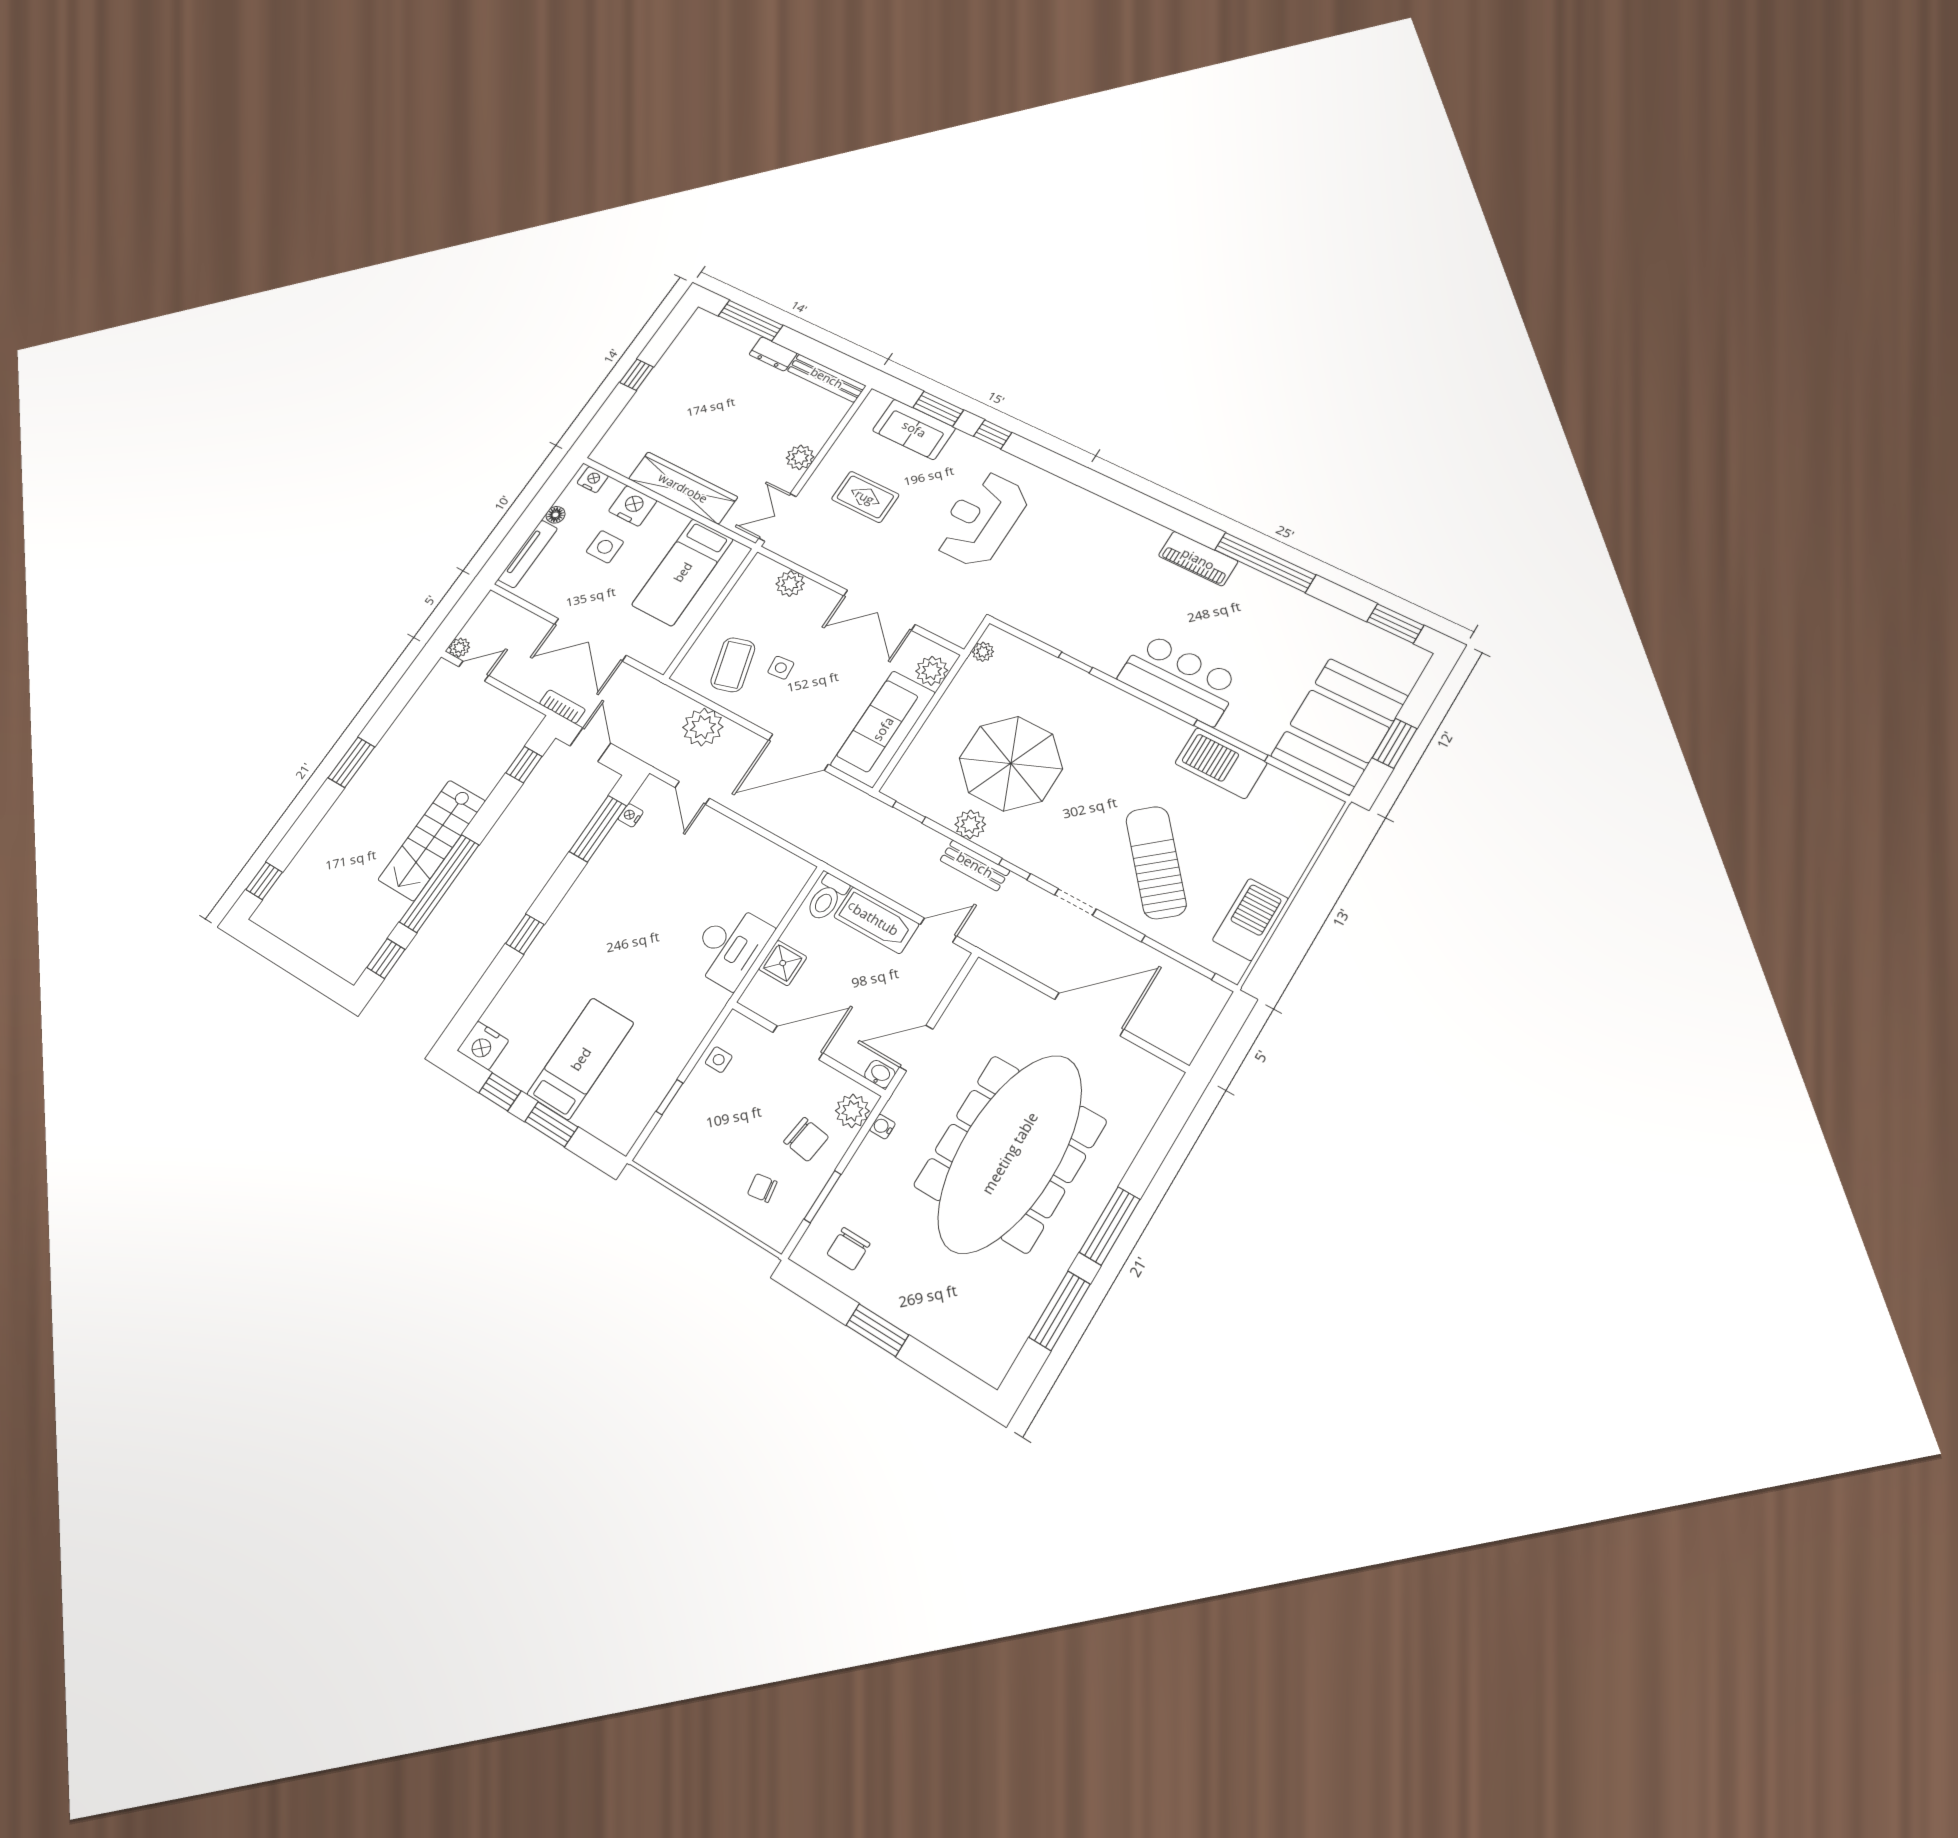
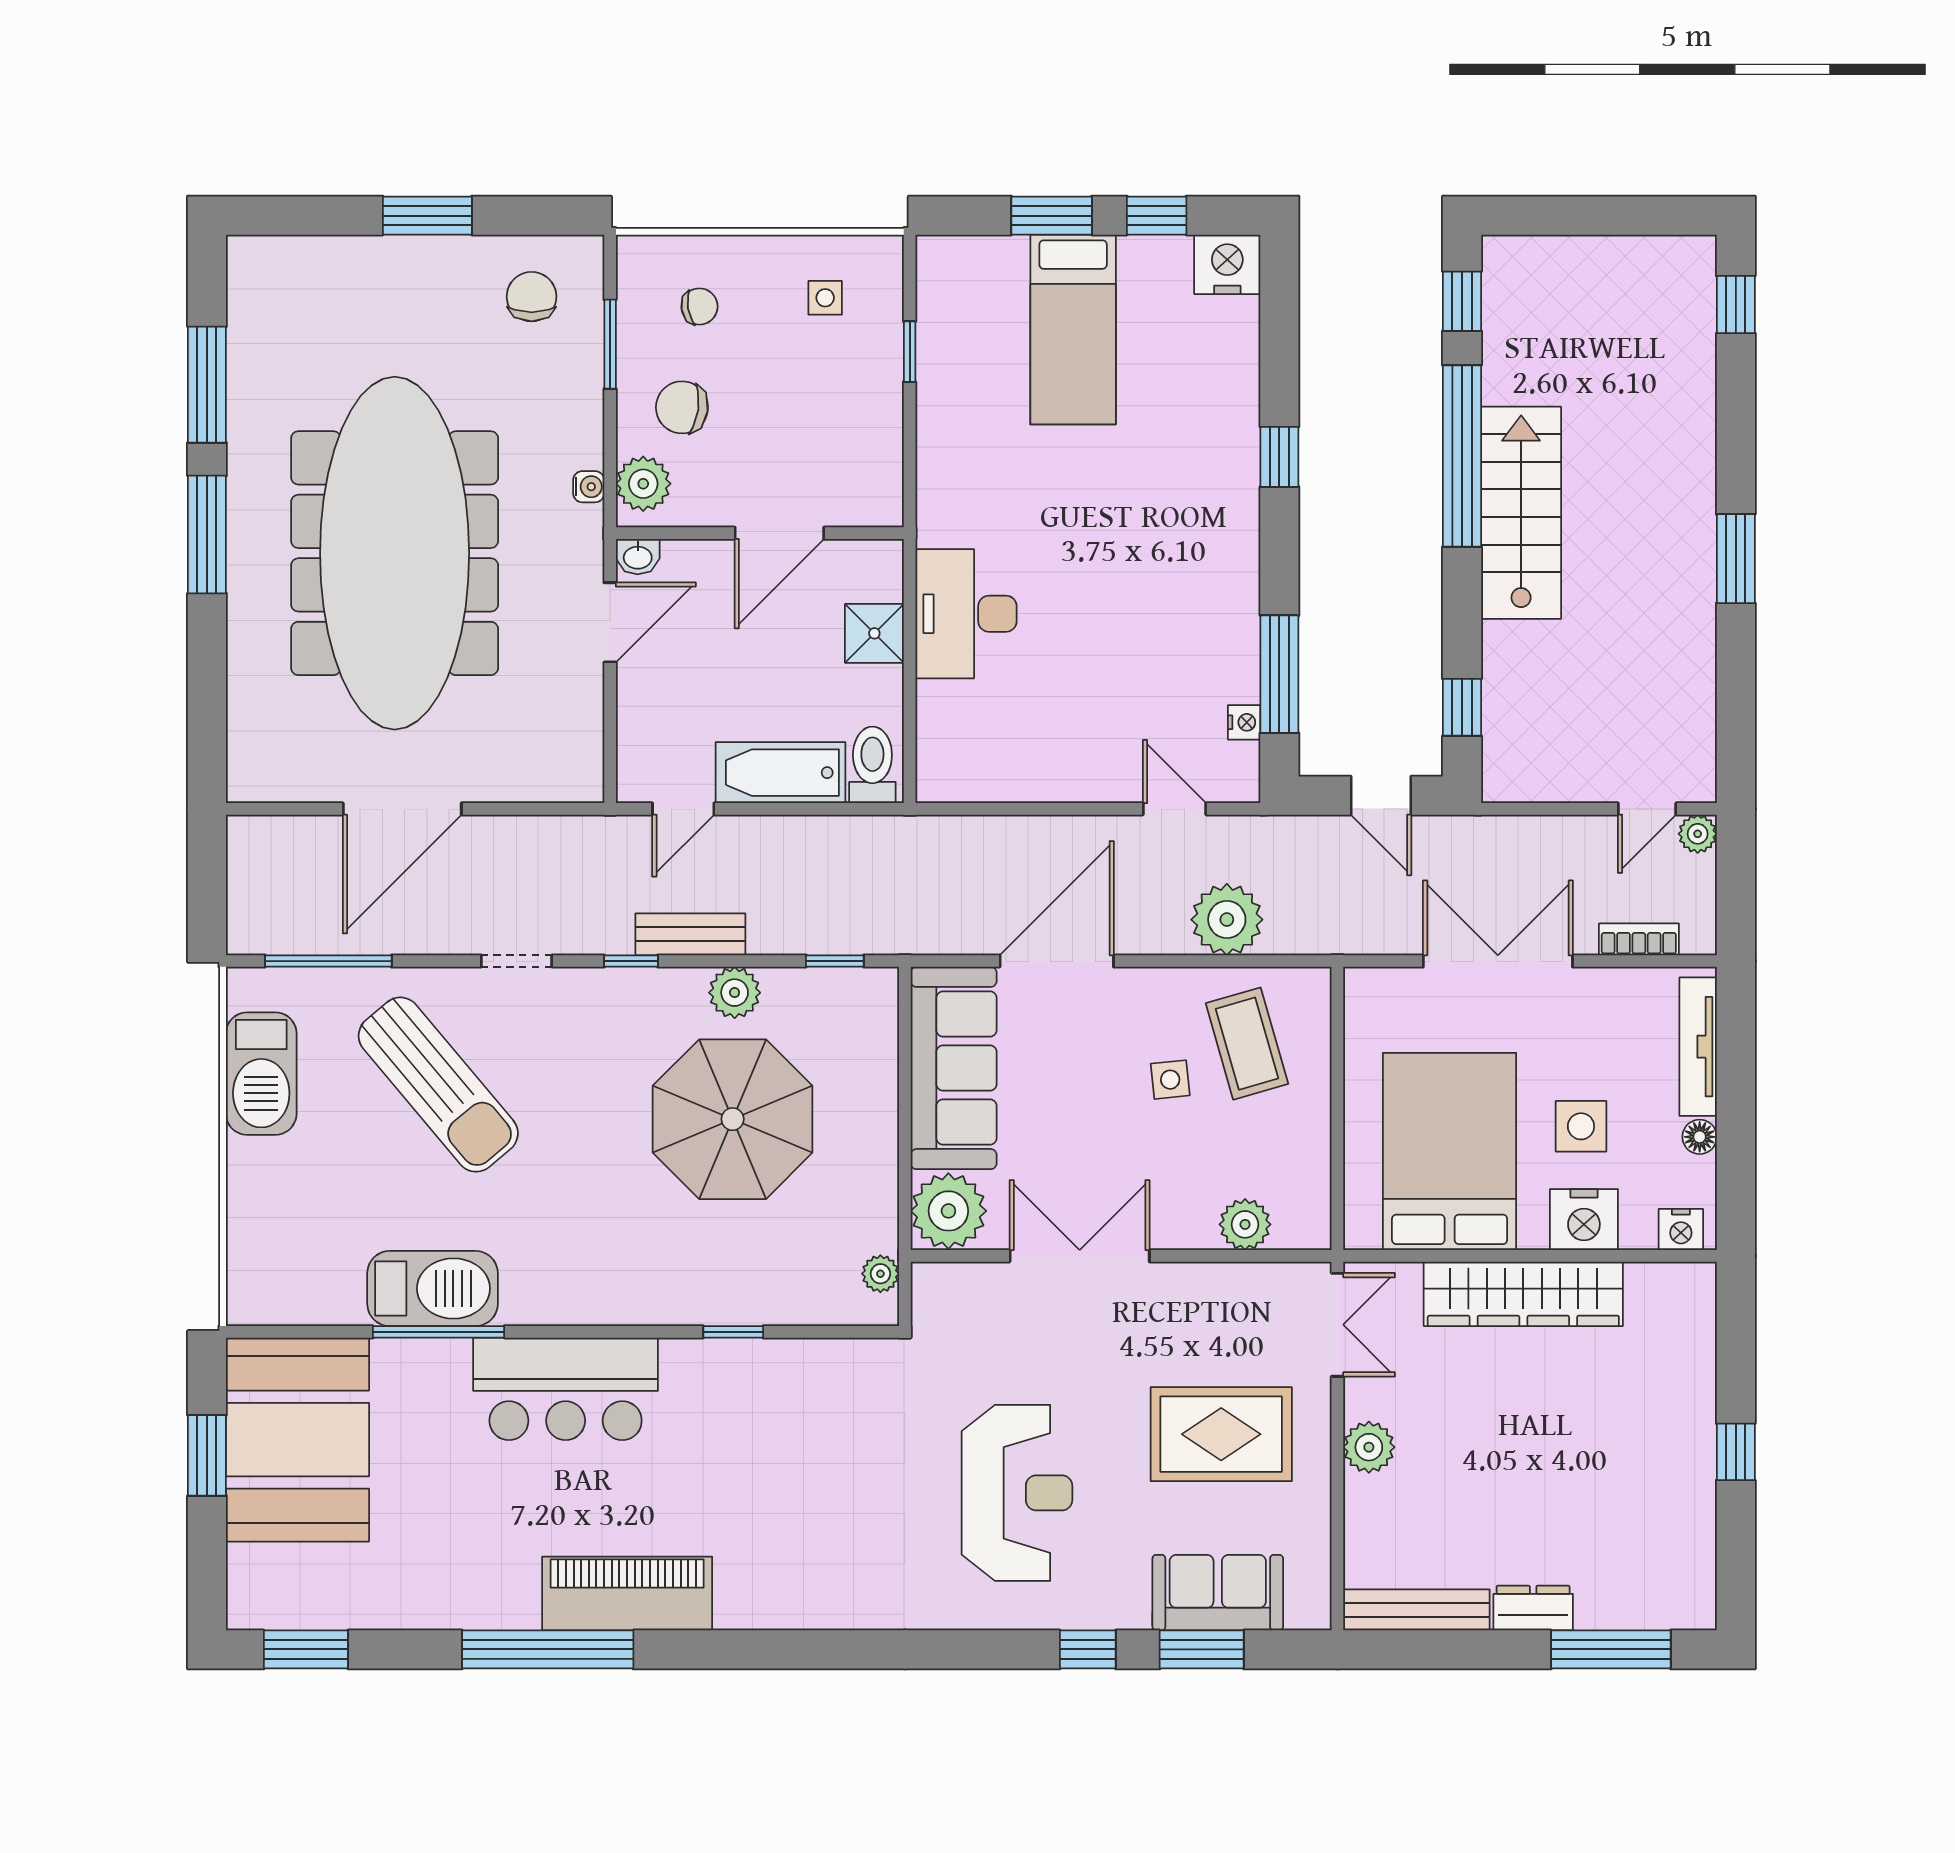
rug: (865, 497) -> (1221, 1434), width x1.36, depth x1.43
piano: (1198, 559) -> (627, 1593), width x1.37, depth x1.33
bed: (683, 572) -> (1450, 1151), width x1.50
plant: (932, 671) -> (948, 1211), width x1.36, depth x1.36
bookcase: (562, 707) -> (1639, 939), moved, turned 180
side table: (719, 1060) -> (825, 298), moved

